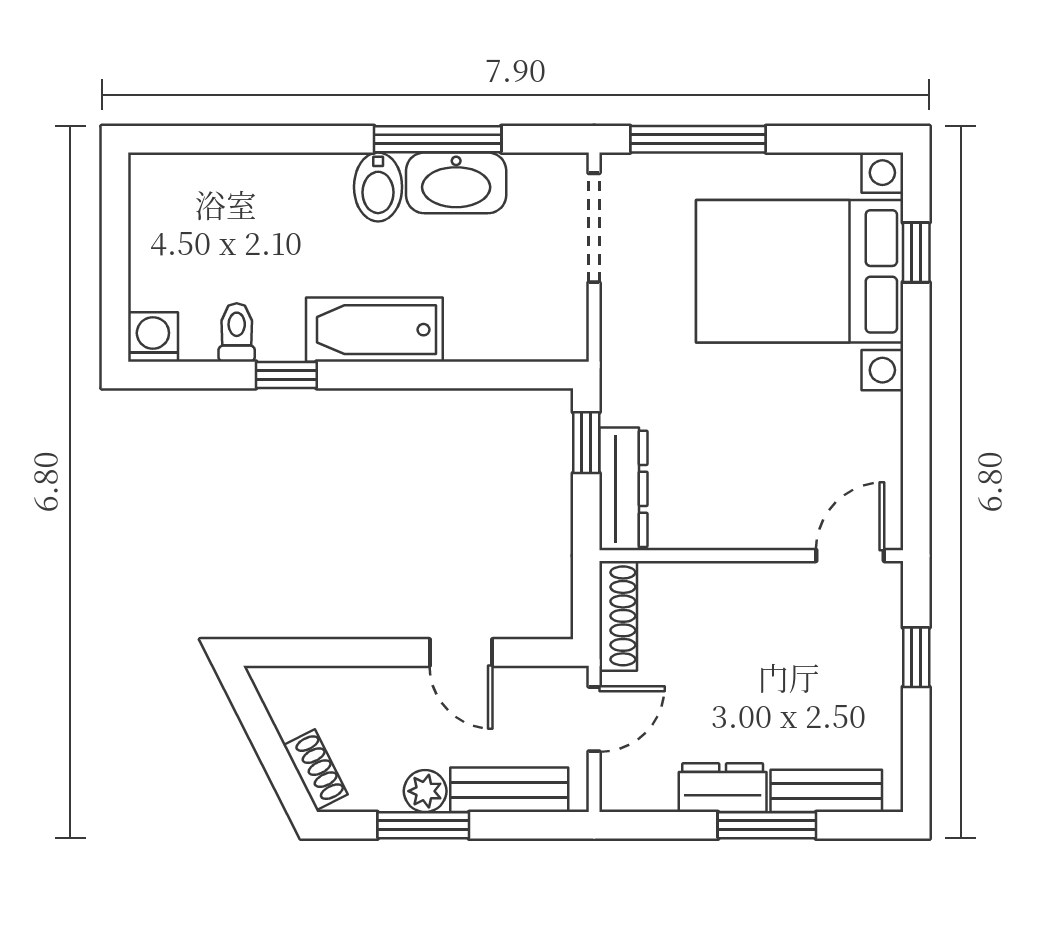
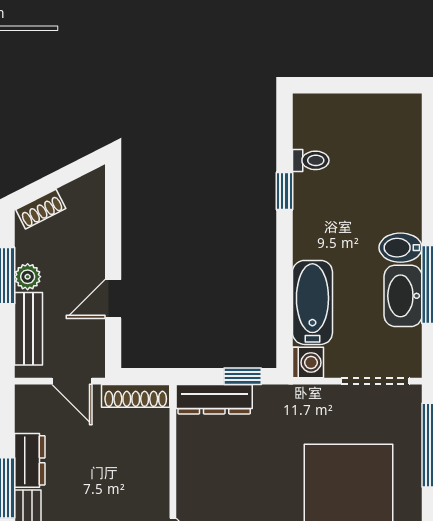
bathtub: (374, 330) -> (312, 302), moved
washing machine: (153, 337) -> (308, 362), moved

